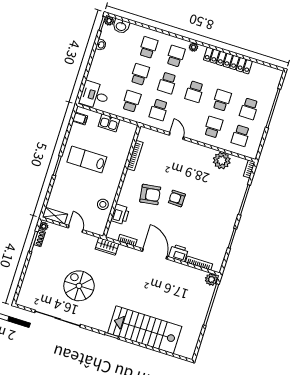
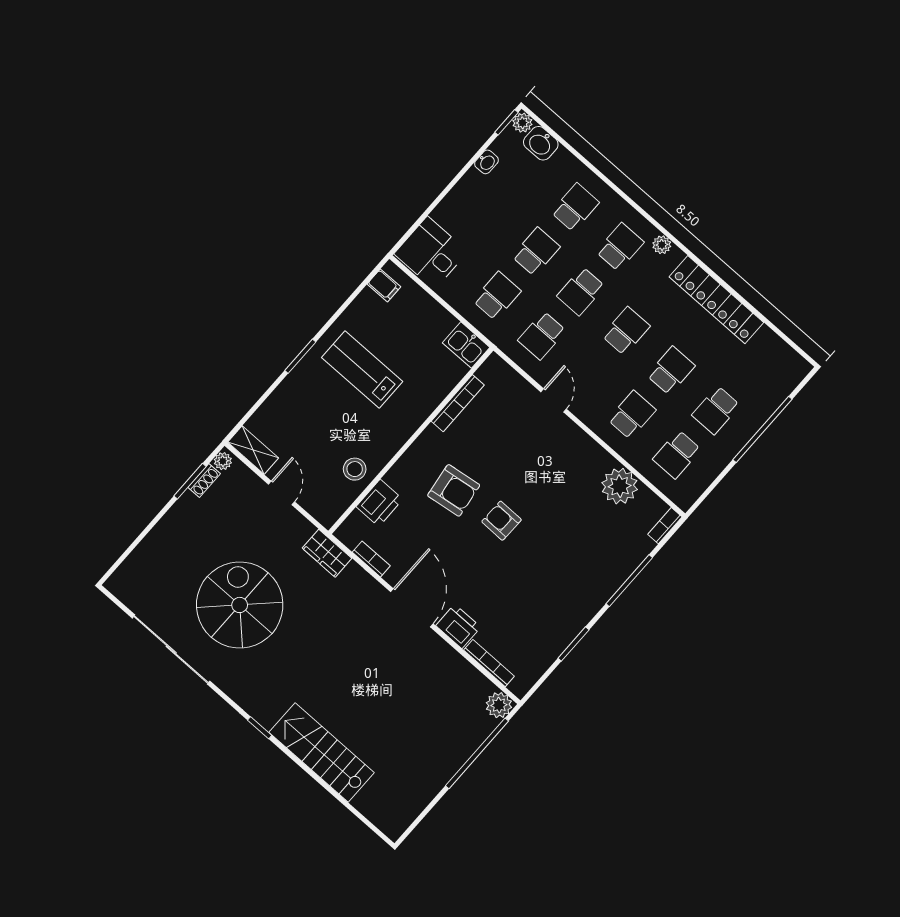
school desk: (194, 92) -> (626, 331), turned 180
kitchen sink: (109, 123) -> (466, 345), moved
spiral stairs: (79, 286) -> (240, 605), width x1.37, depth x1.37
stairs: (145, 330) -> (322, 753), width x0.73, depth x0.66

